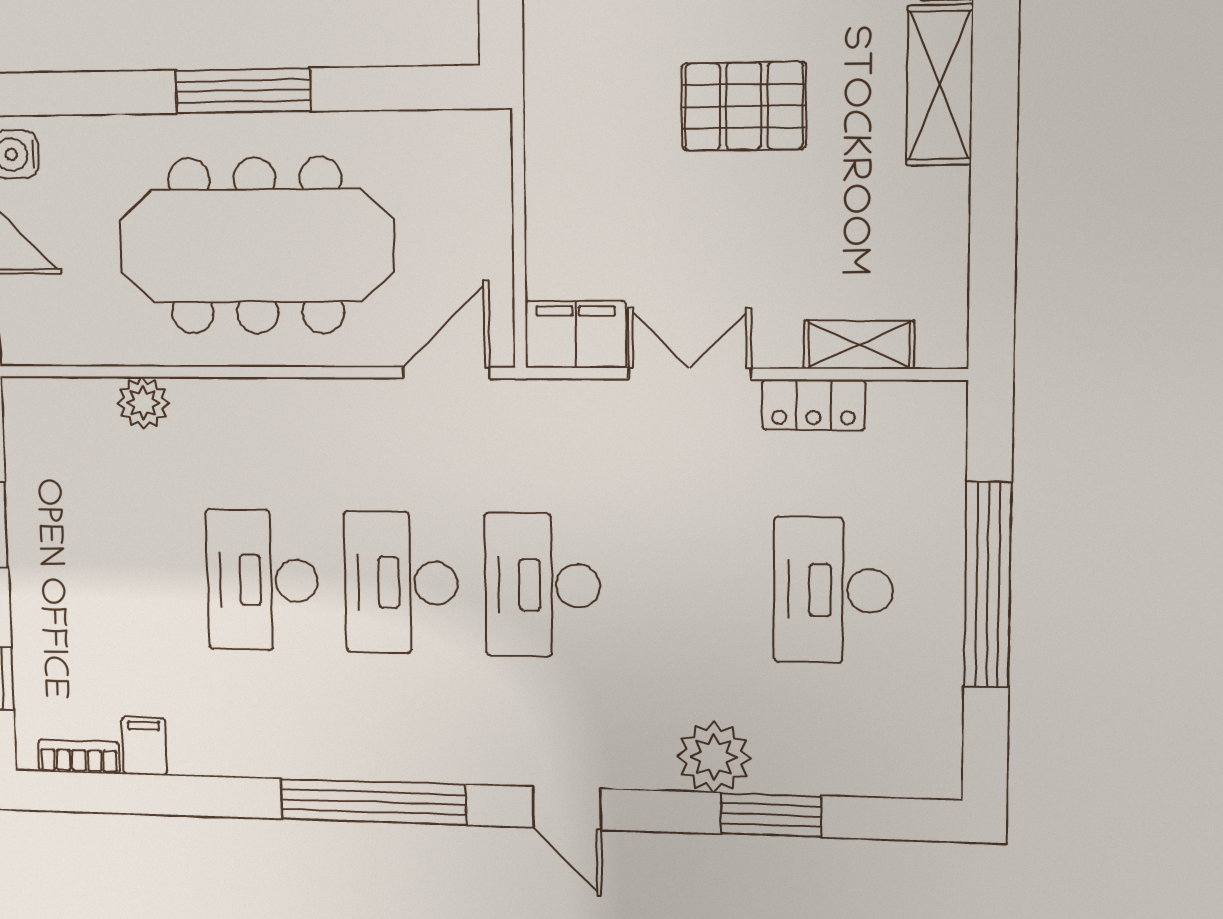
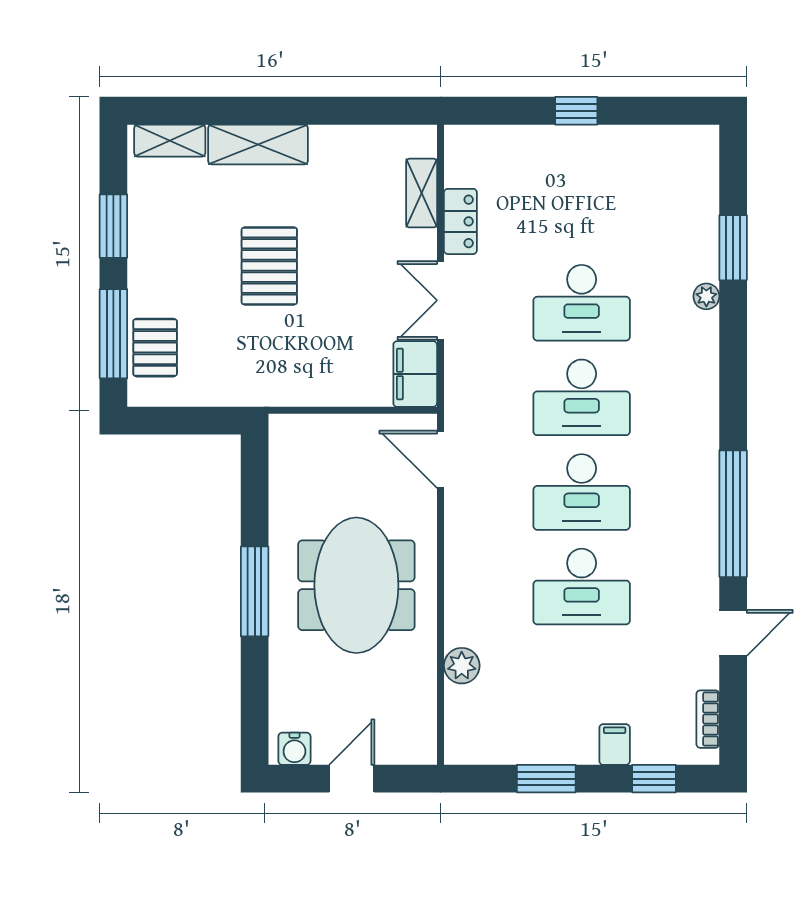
meeting table: (256, 246) -> (356, 585), width x0.73
window: (988, 585) -> (576, 111), width x0.32
desk: (833, 590) -> (582, 303), moved
filing cabinet: (144, 746) -> (615, 744), moved, turned 90
plant: (714, 757) -> (706, 296), width x0.53, depth x0.53
door: (567, 808) -> (733, 633), moved

